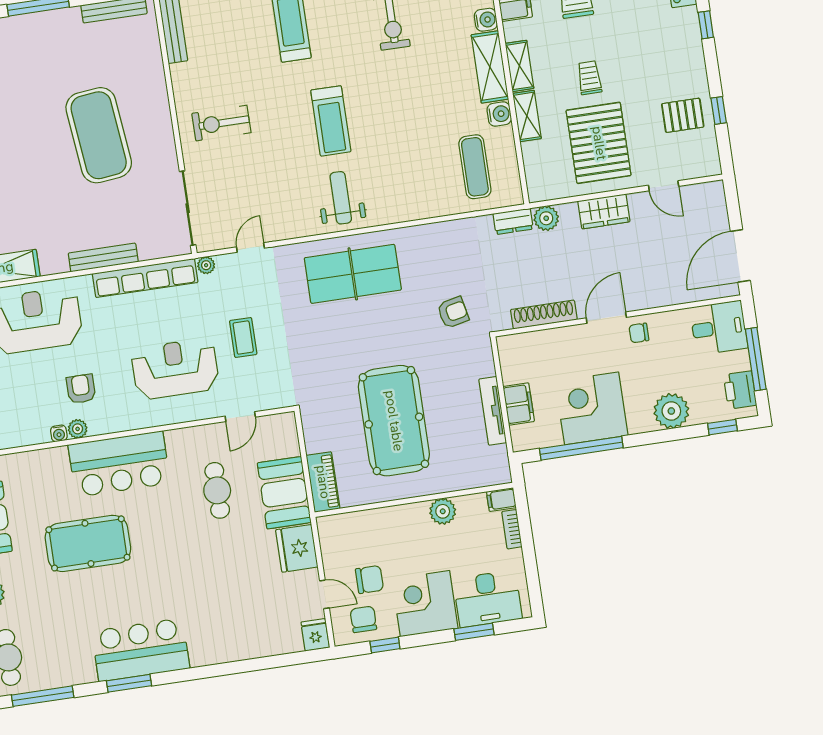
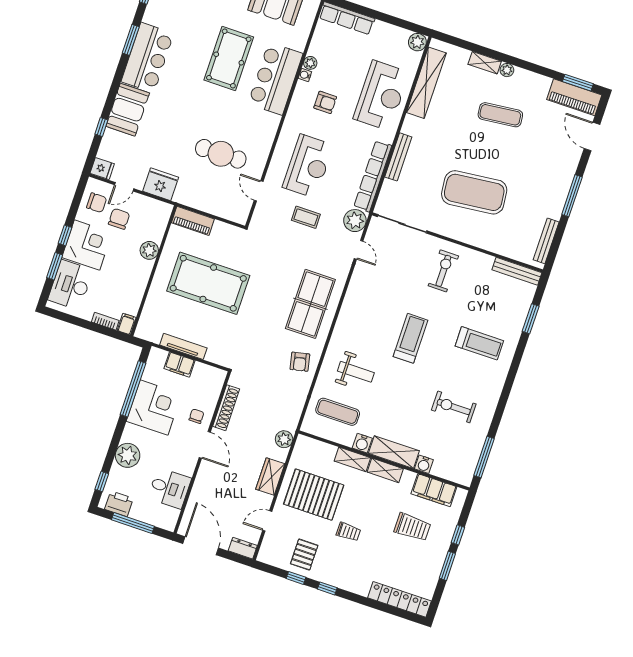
window: (706, 25) -> (327, 588), moved
trolley: (589, 78) -> (348, 532), moved
treadmill: (331, 121) -> (411, 338), turned 90
weight bench: (341, 198) -> (356, 372), moved
dresser: (513, 221) -> (243, 548), moved, turned 90
plant: (206, 265) -> (355, 221), width x1.88, depth x1.88
armchair: (453, 312) -> (300, 362), moved
desk: (719, 328) -> (170, 488), moved, turned -90
chair: (639, 333) -> (196, 416), moved
plant: (78, 429) -> (310, 63), moved
bar counter: (119, 464) -> (275, 79), moved
cafe table: (217, 490) -> (221, 154), width x1.37, depth x1.35
booth: (284, 493) -> (128, 110), moved, turned 90
plant: (443, 511) -> (149, 250), moved
chair: (369, 579) -> (119, 219), turned 180
window: (385, 645) -> (65, 235), moved
window: (262, 663) -> (101, 127), added

